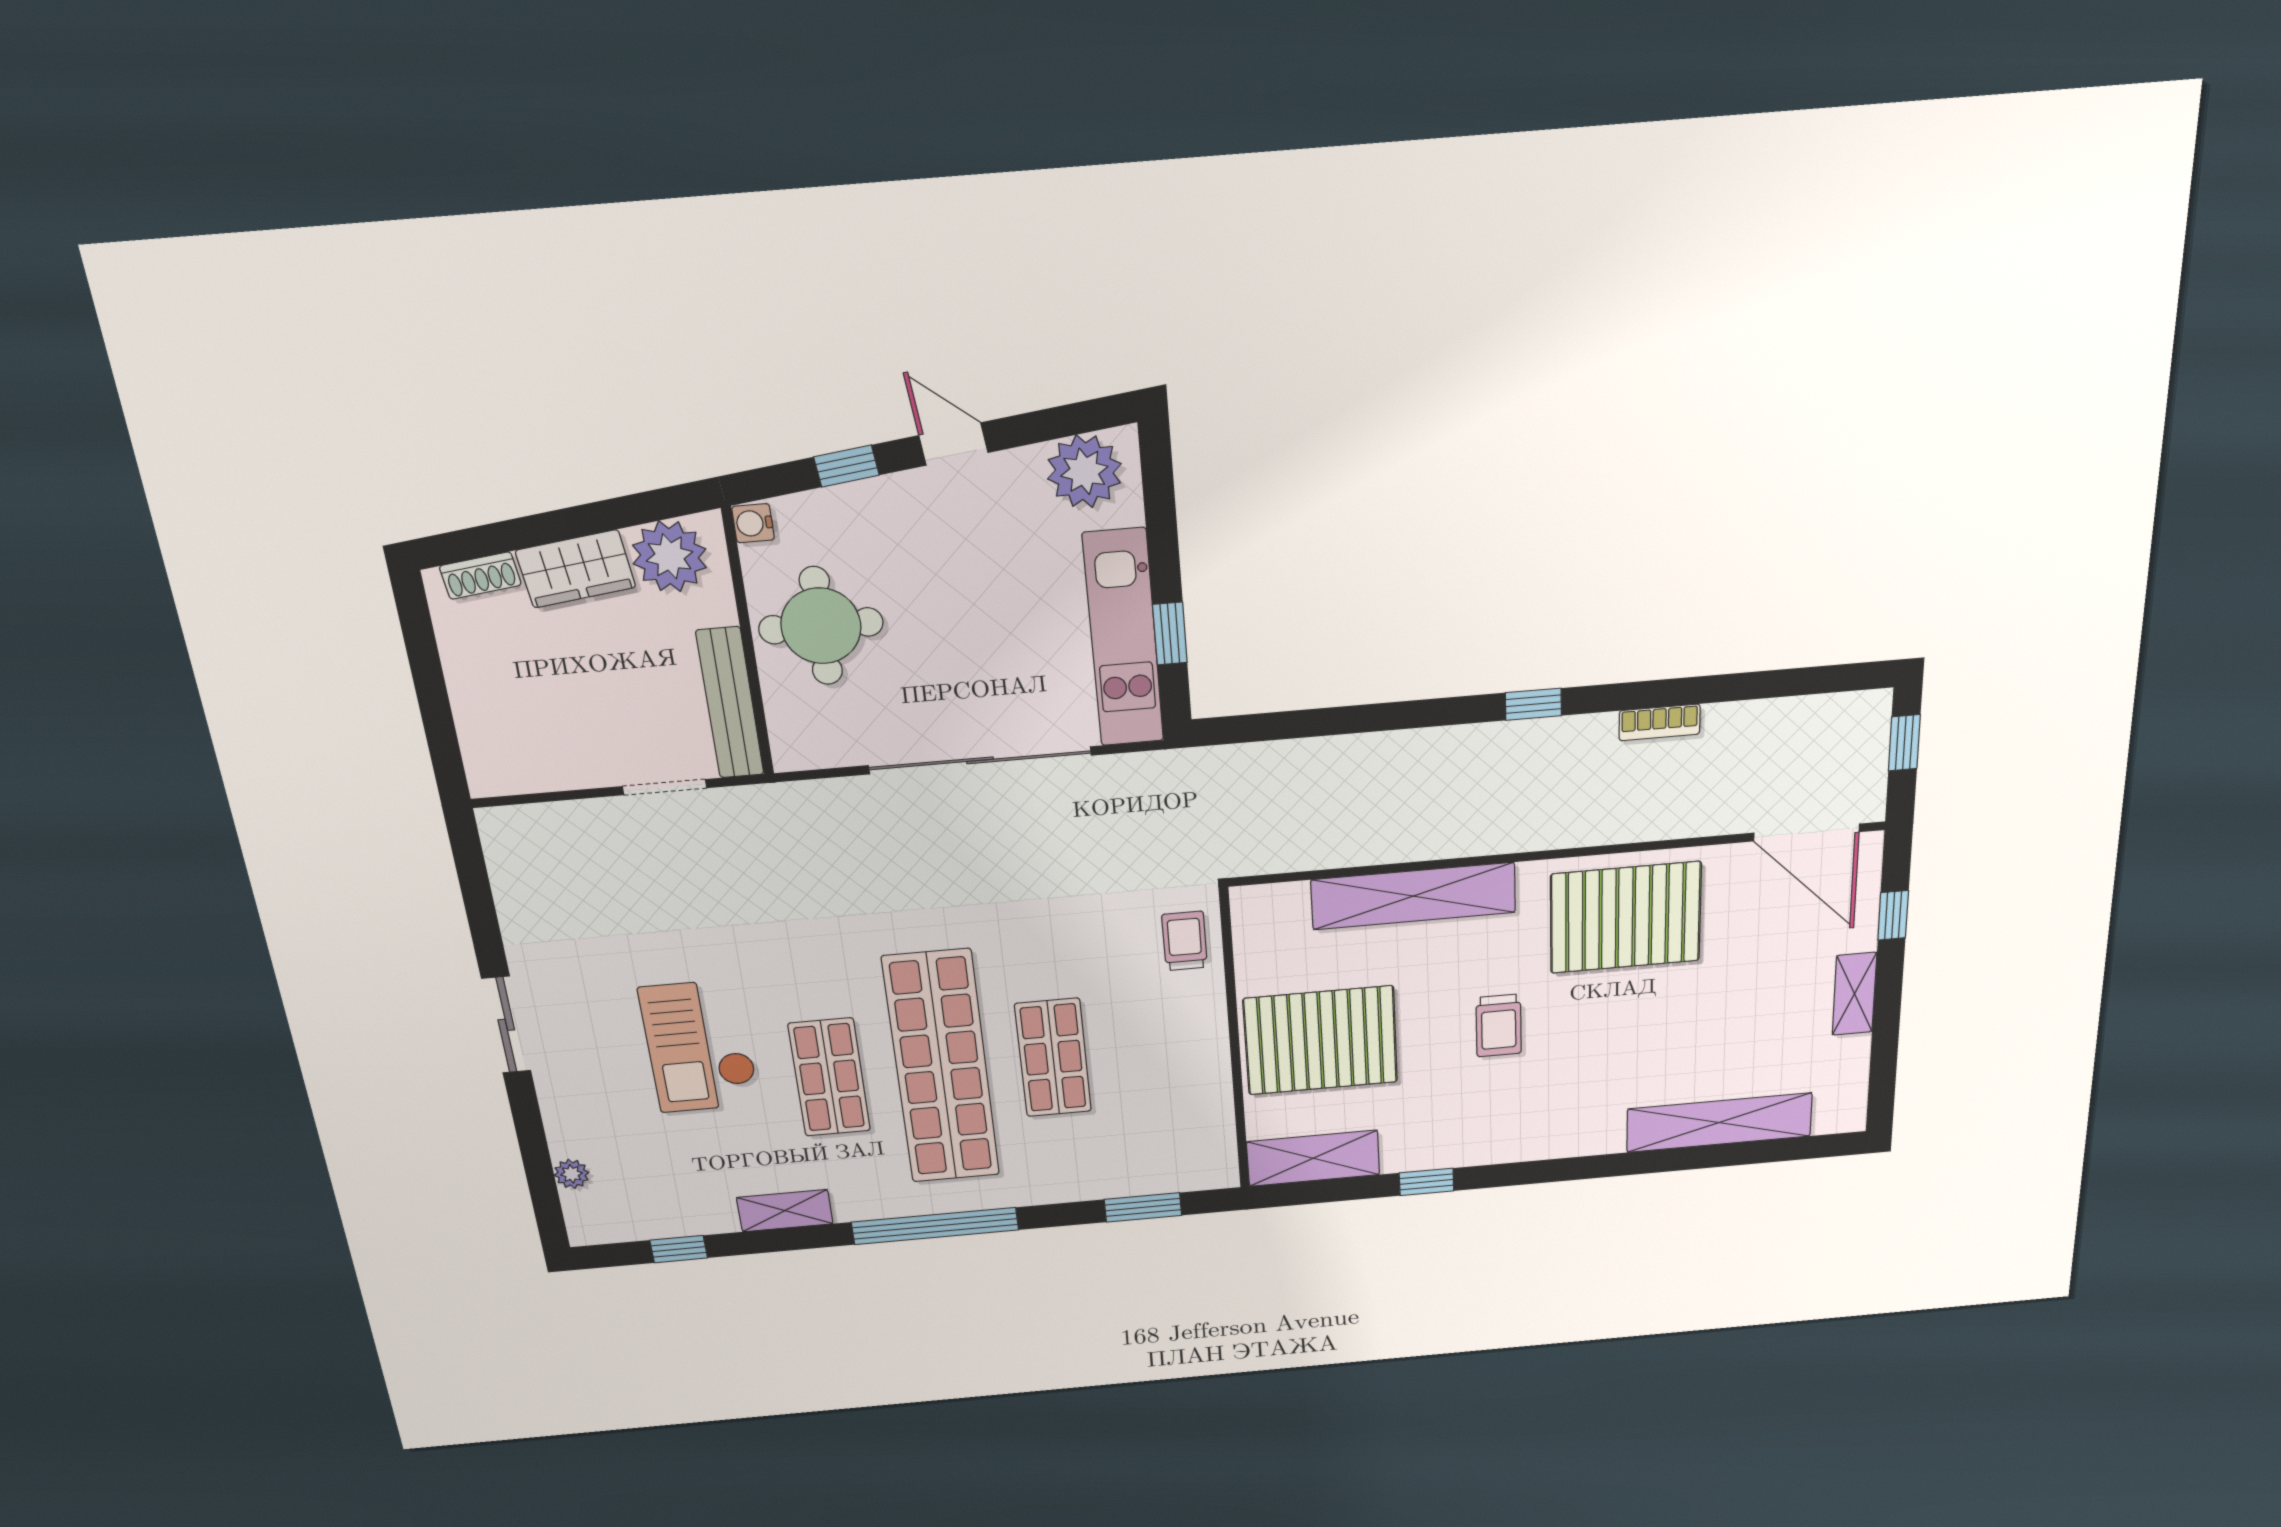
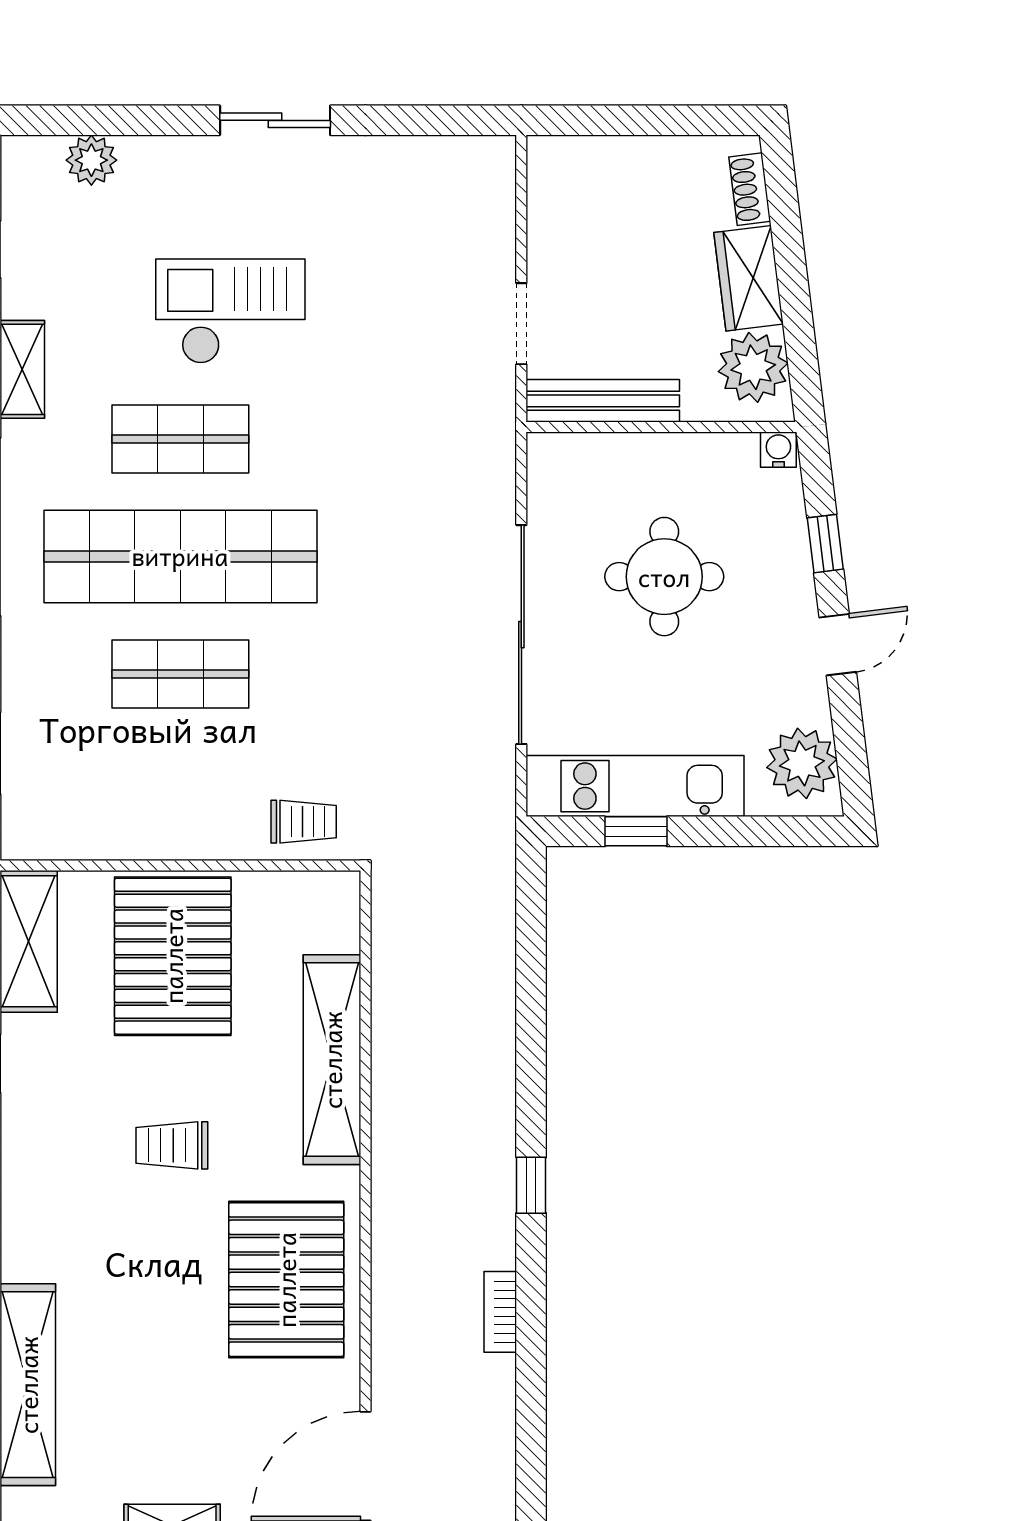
round table: (821, 626) -> (664, 577), moved
plant: (572, 1174) -> (91, 160), width x1.38, depth x1.38

